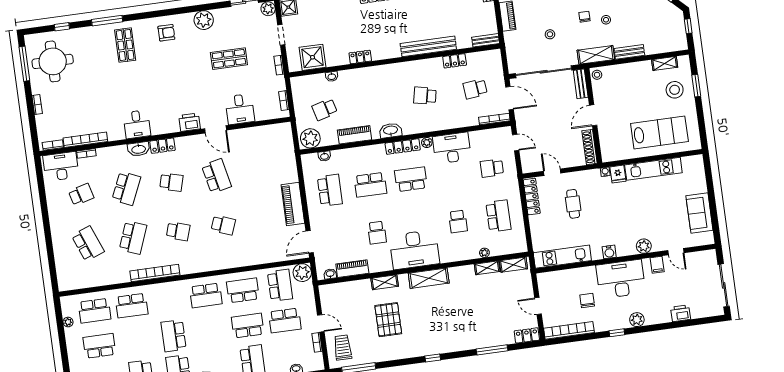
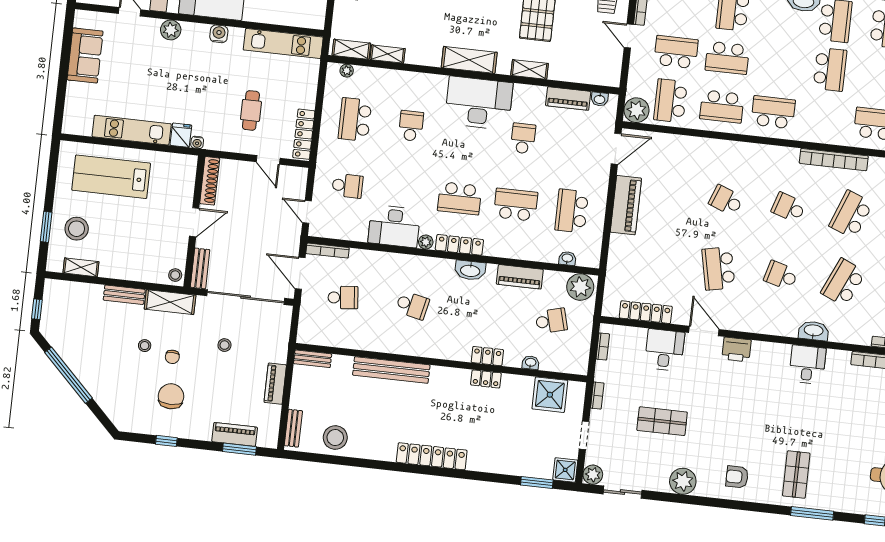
locker: (455, 61) -> (487, 356), moved
locker: (163, 146) -> (646, 312), moved, width x1.53
plant: (484, 253) -> (347, 71), moved

